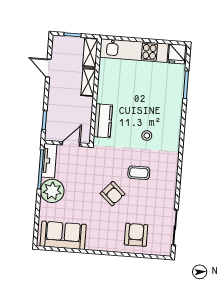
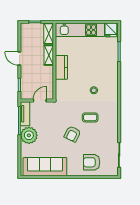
door: (48, 68) -> (19, 59), moved
kitchen counter: (103, 121) -> (61, 67), moved
armchair: (113, 194) -> (72, 134), turned 75
sofa: (63, 235) -> (45, 167), width x1.36
armchair: (136, 235) -> (92, 162), turned -90

